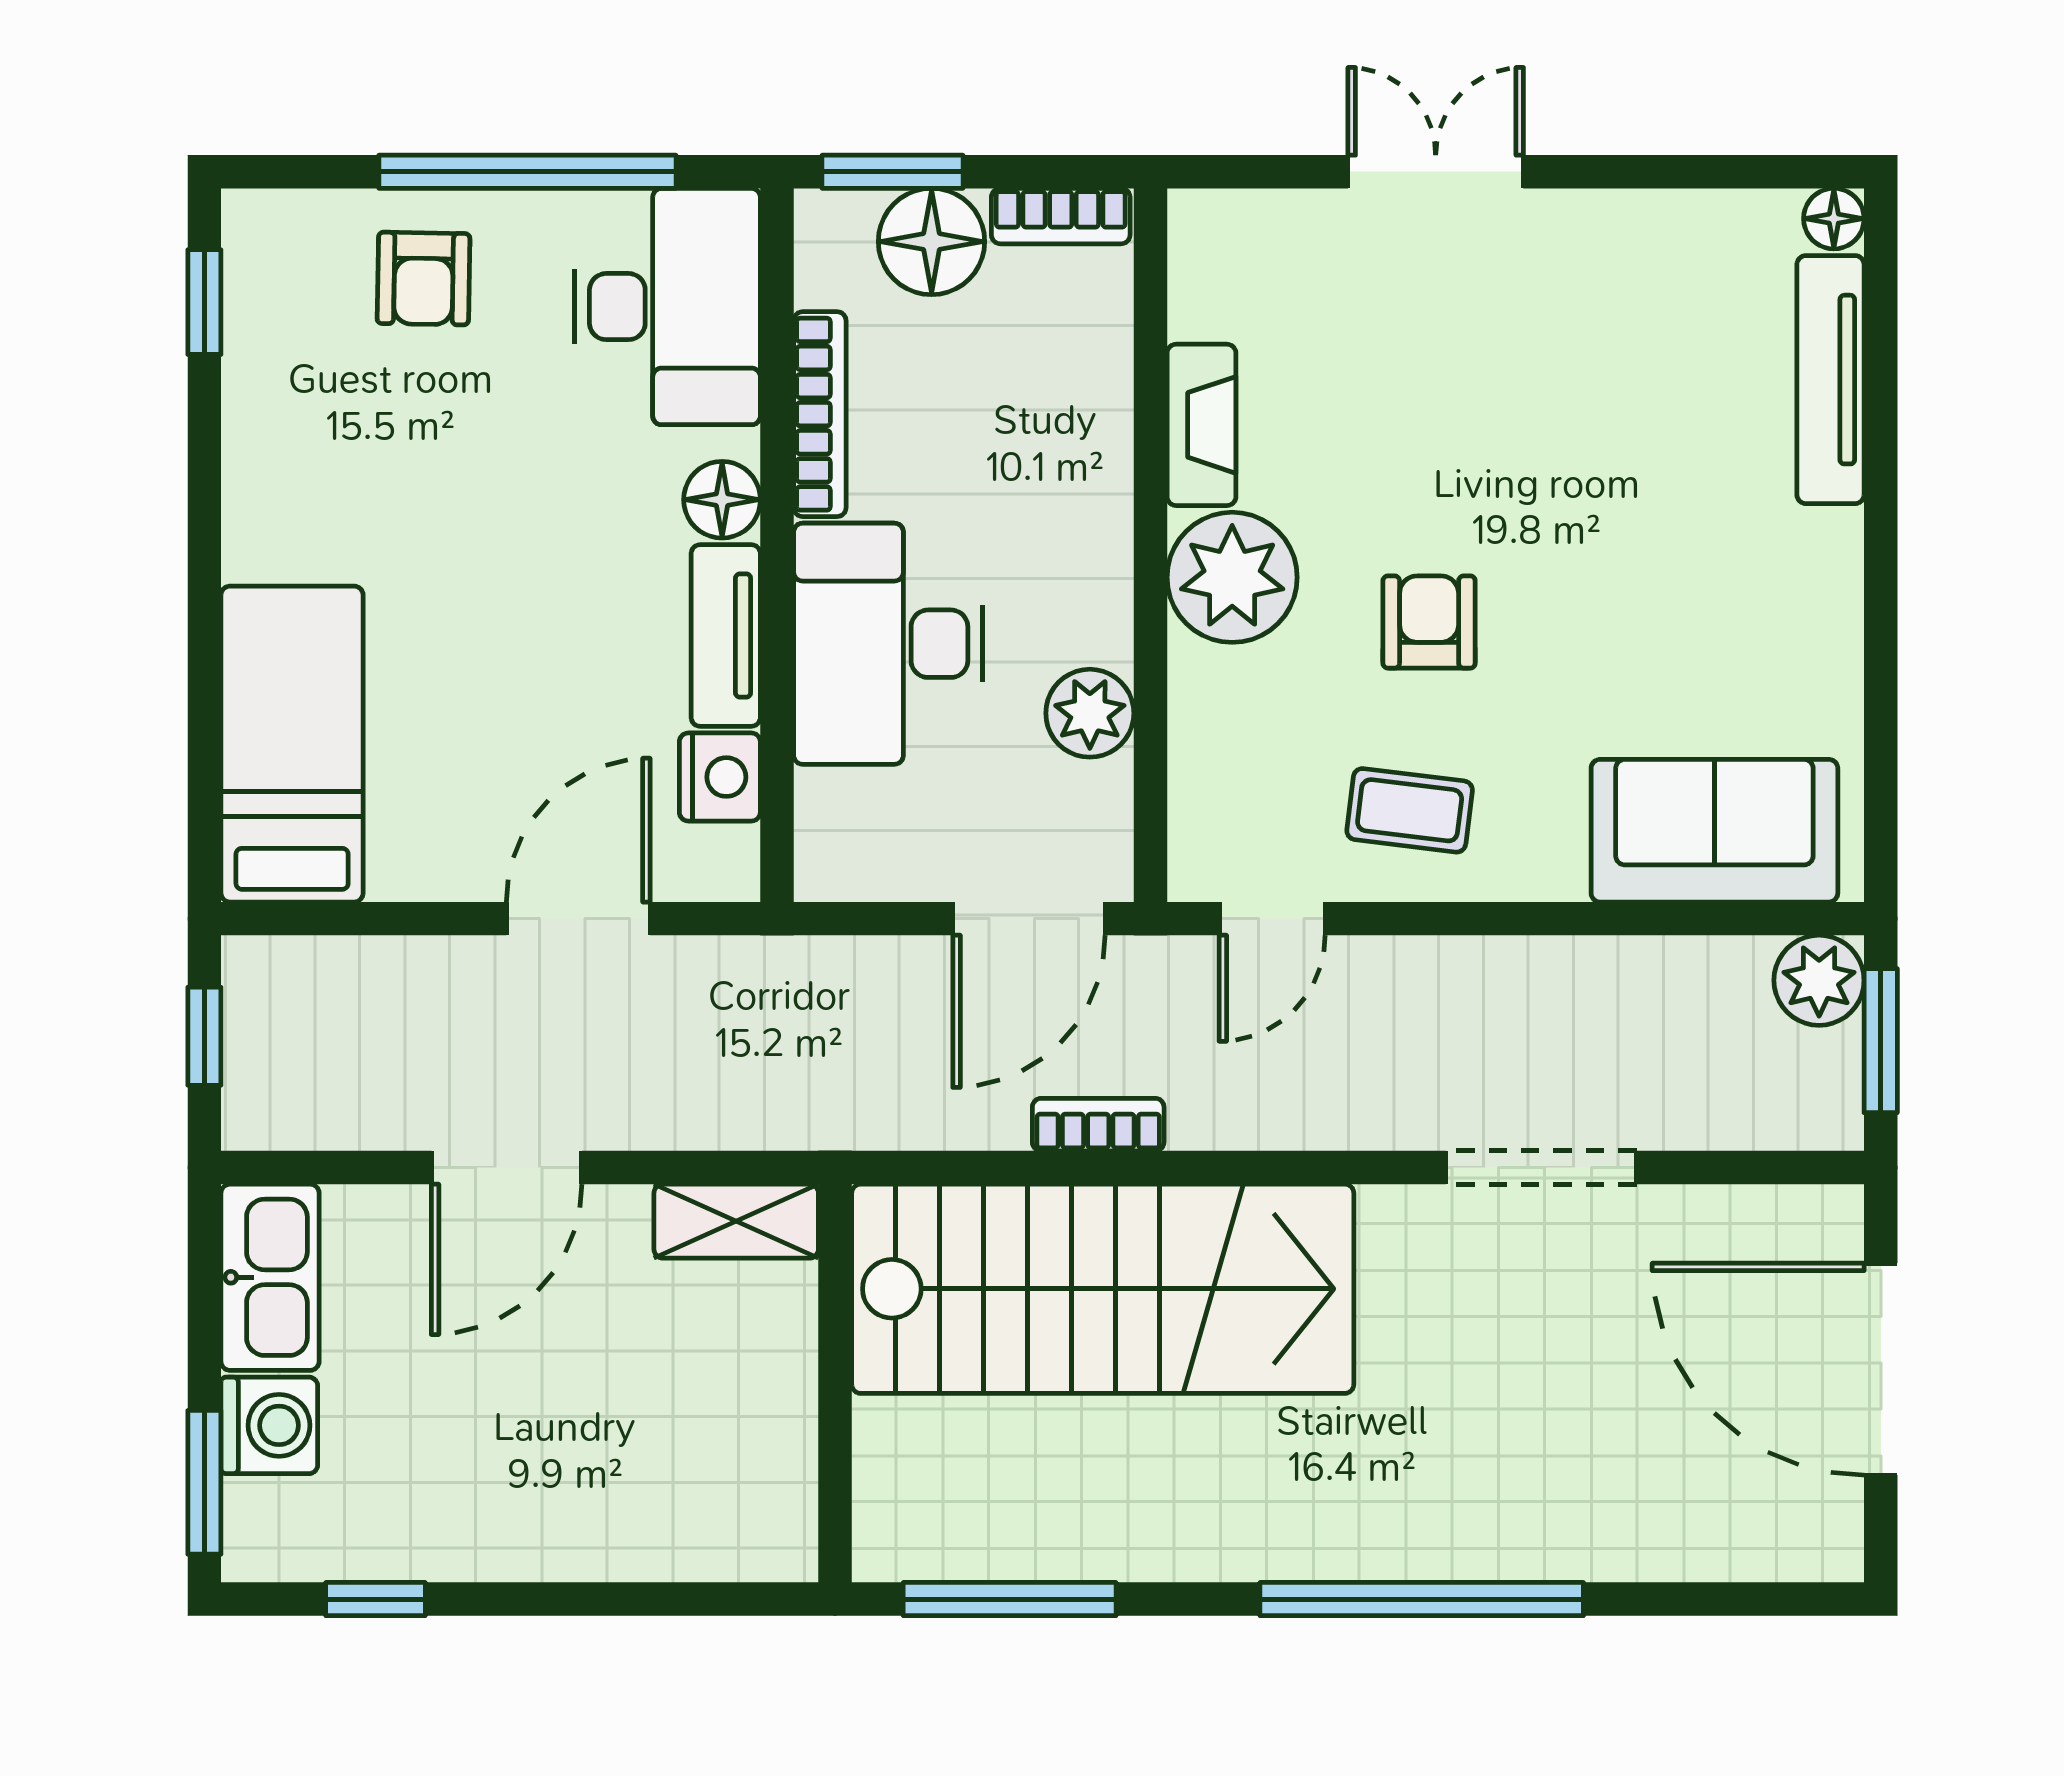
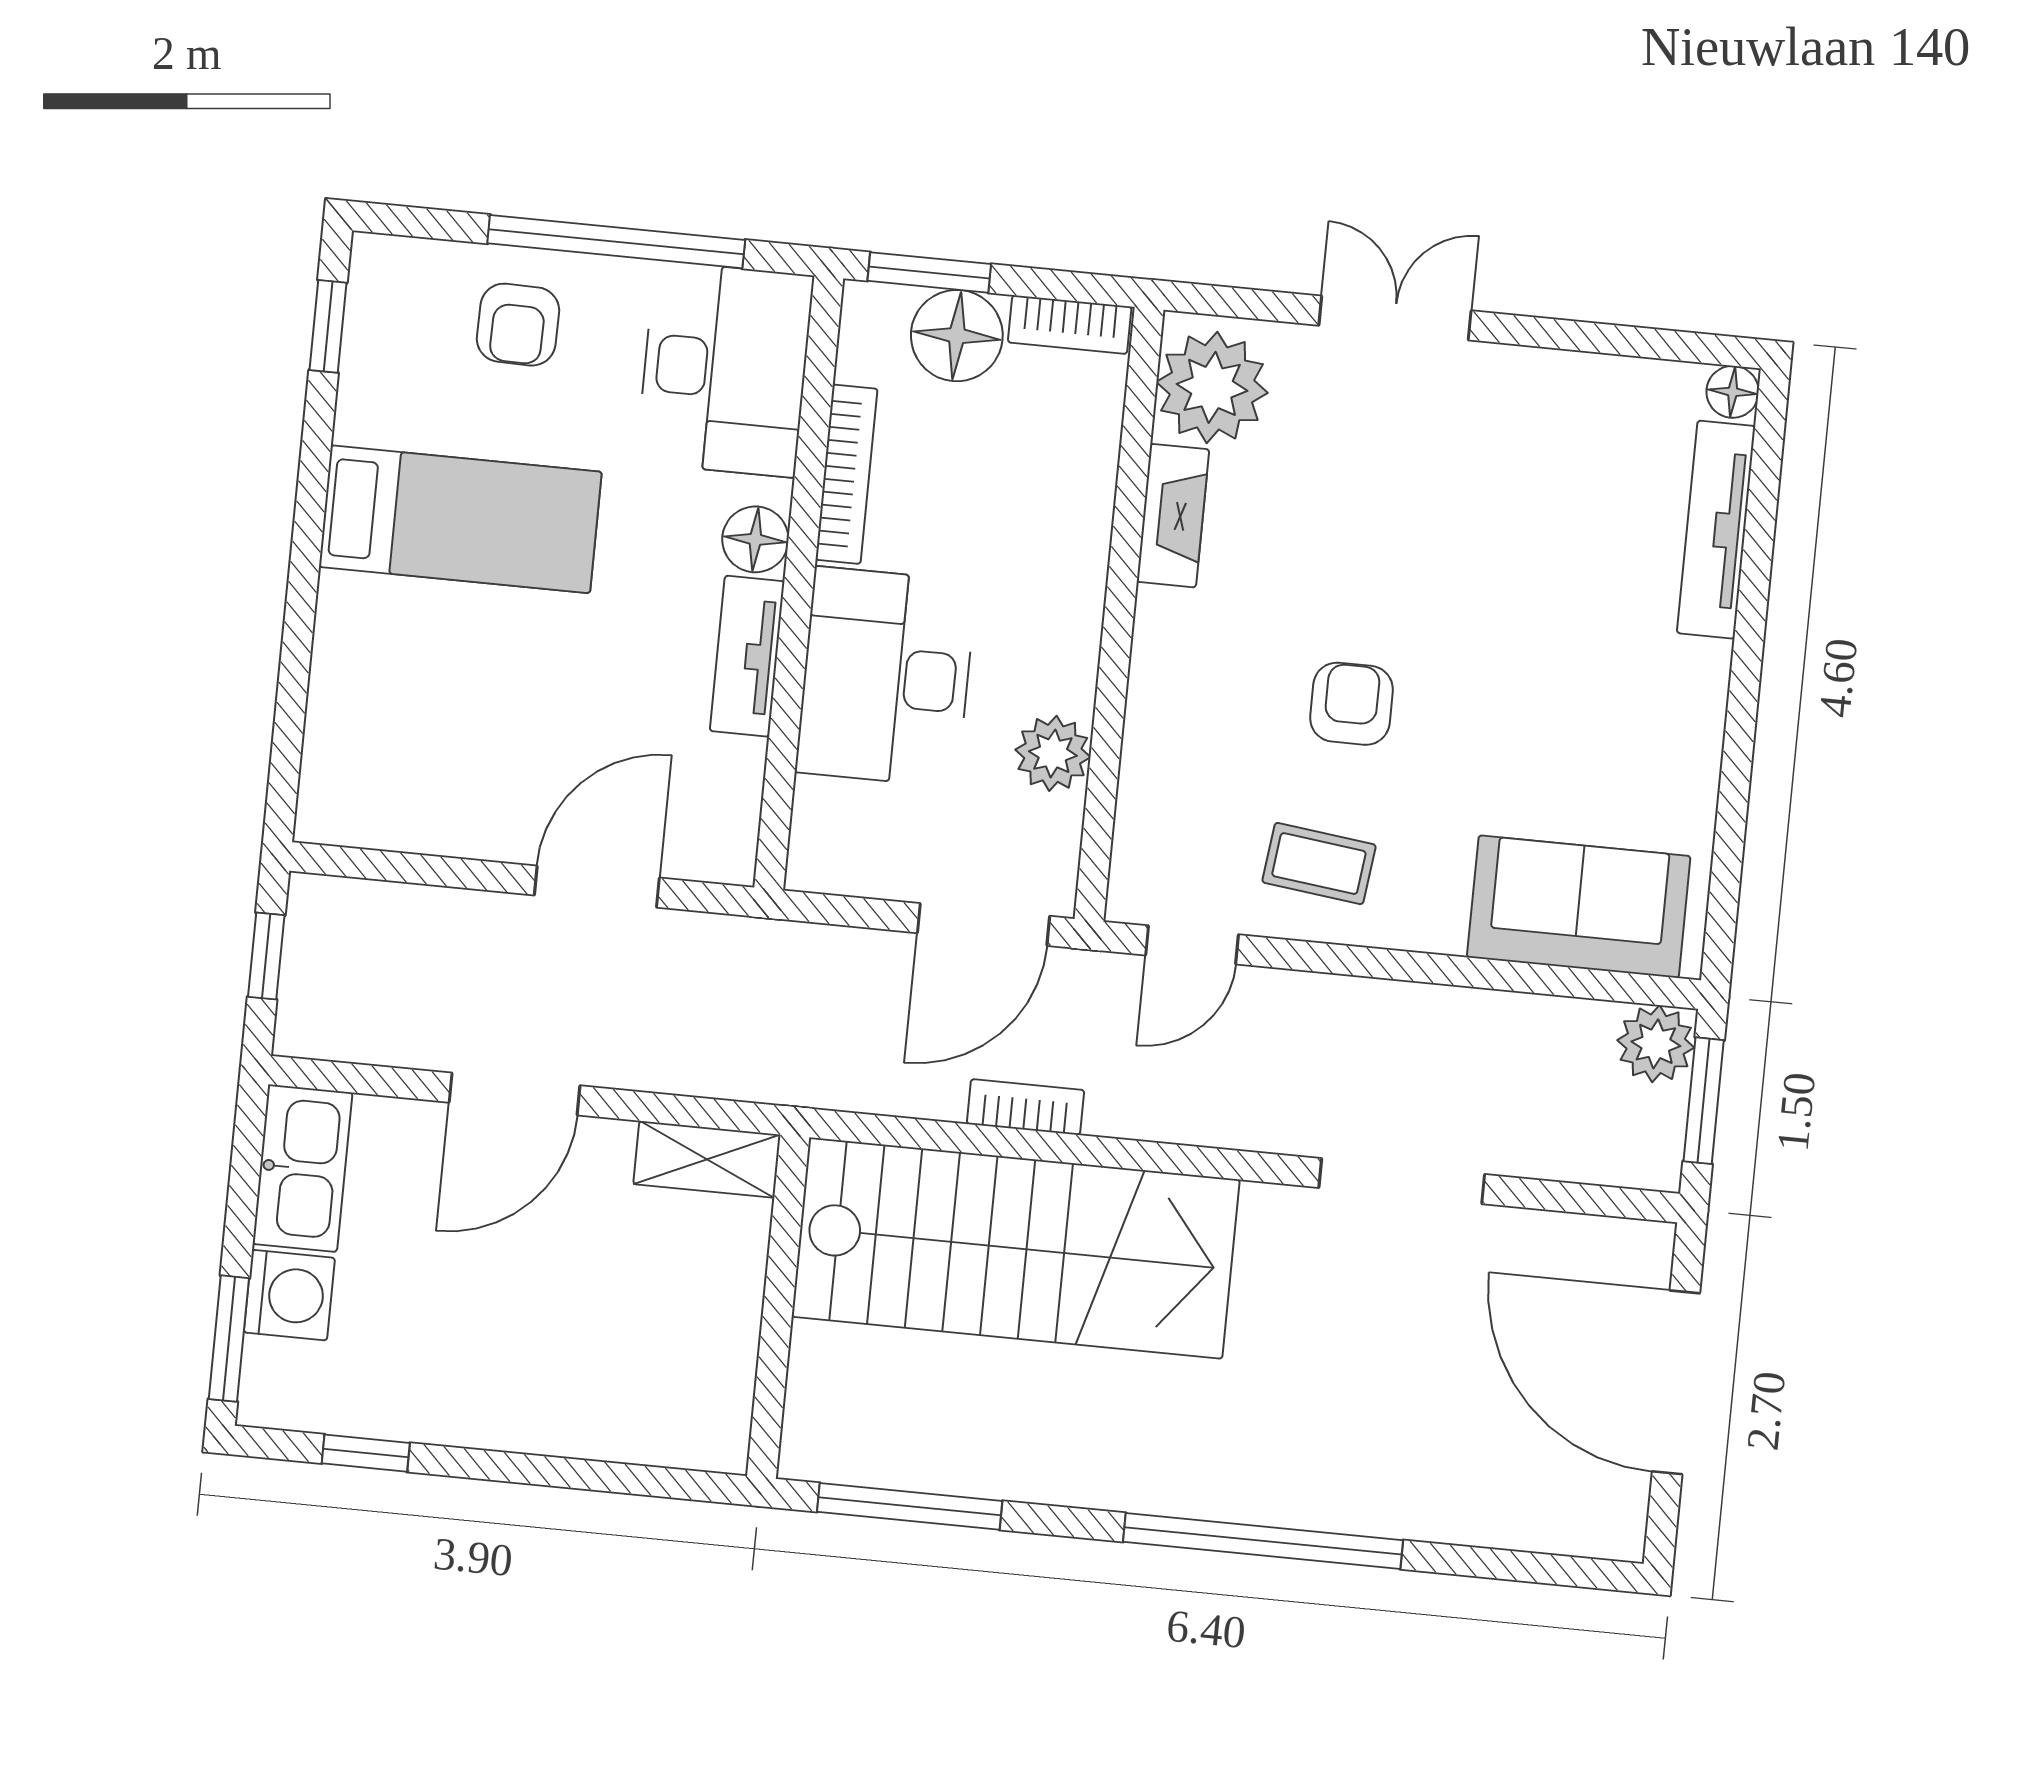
plant: (1232, 577) -> (1212, 387), moved
bed: (292, 744) -> (460, 519), moved, turned 90
nightstand: (720, 777) -> (730, 777), removed

